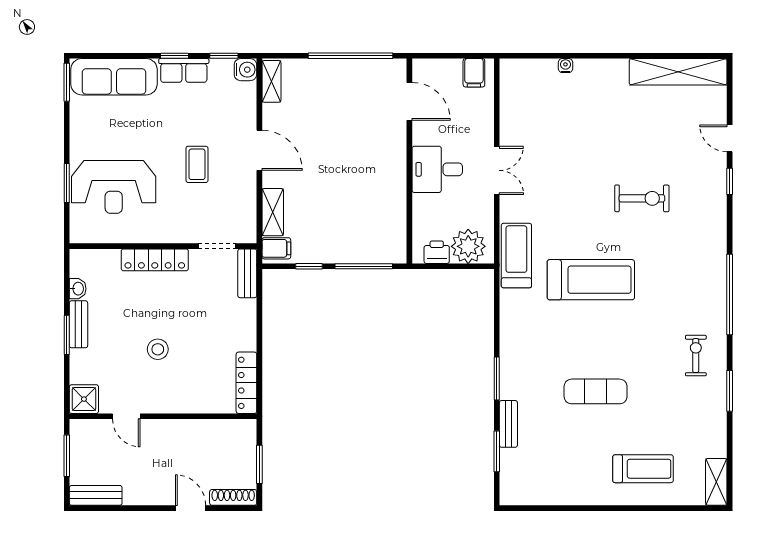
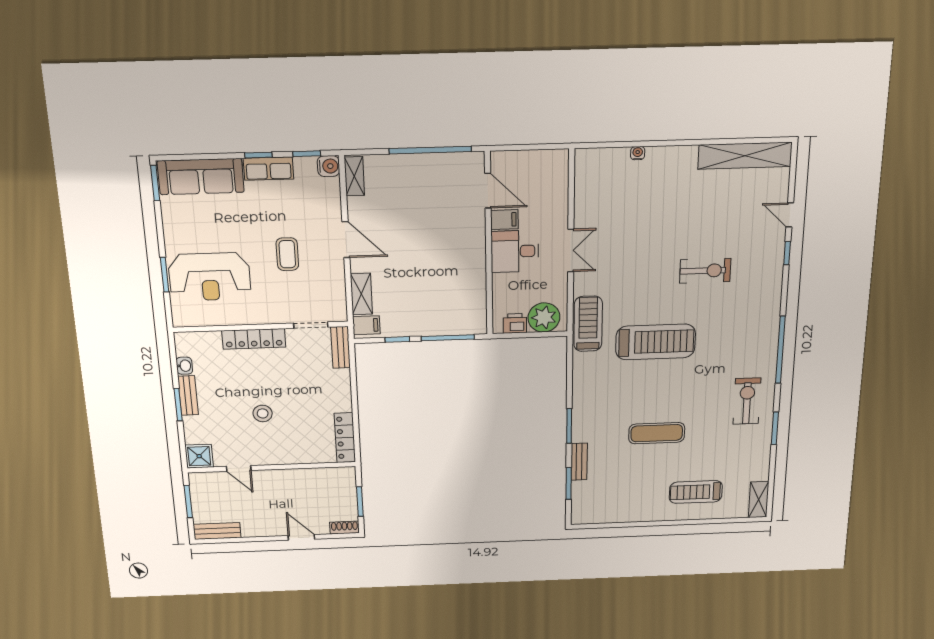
filing cabinet: (474, 73) -> (504, 220), moved, turned -90
exercise bike: (696, 356) -> (747, 401), width x1.38, depth x1.39
treadmill: (643, 469) -> (696, 492), turned 180
shoe rack: (233, 497) -> (344, 528), width x0.70

